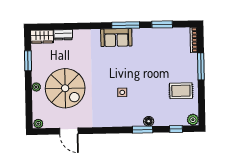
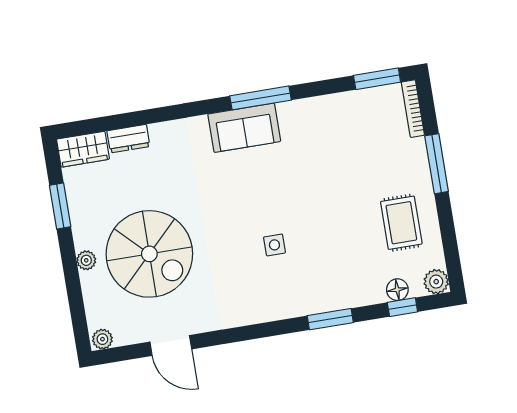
window: (162, 24) -> (377, 79), moved
rug: (181, 91) -> (401, 223), turned 90
floor lamp: (149, 121) -> (397, 290), moved

